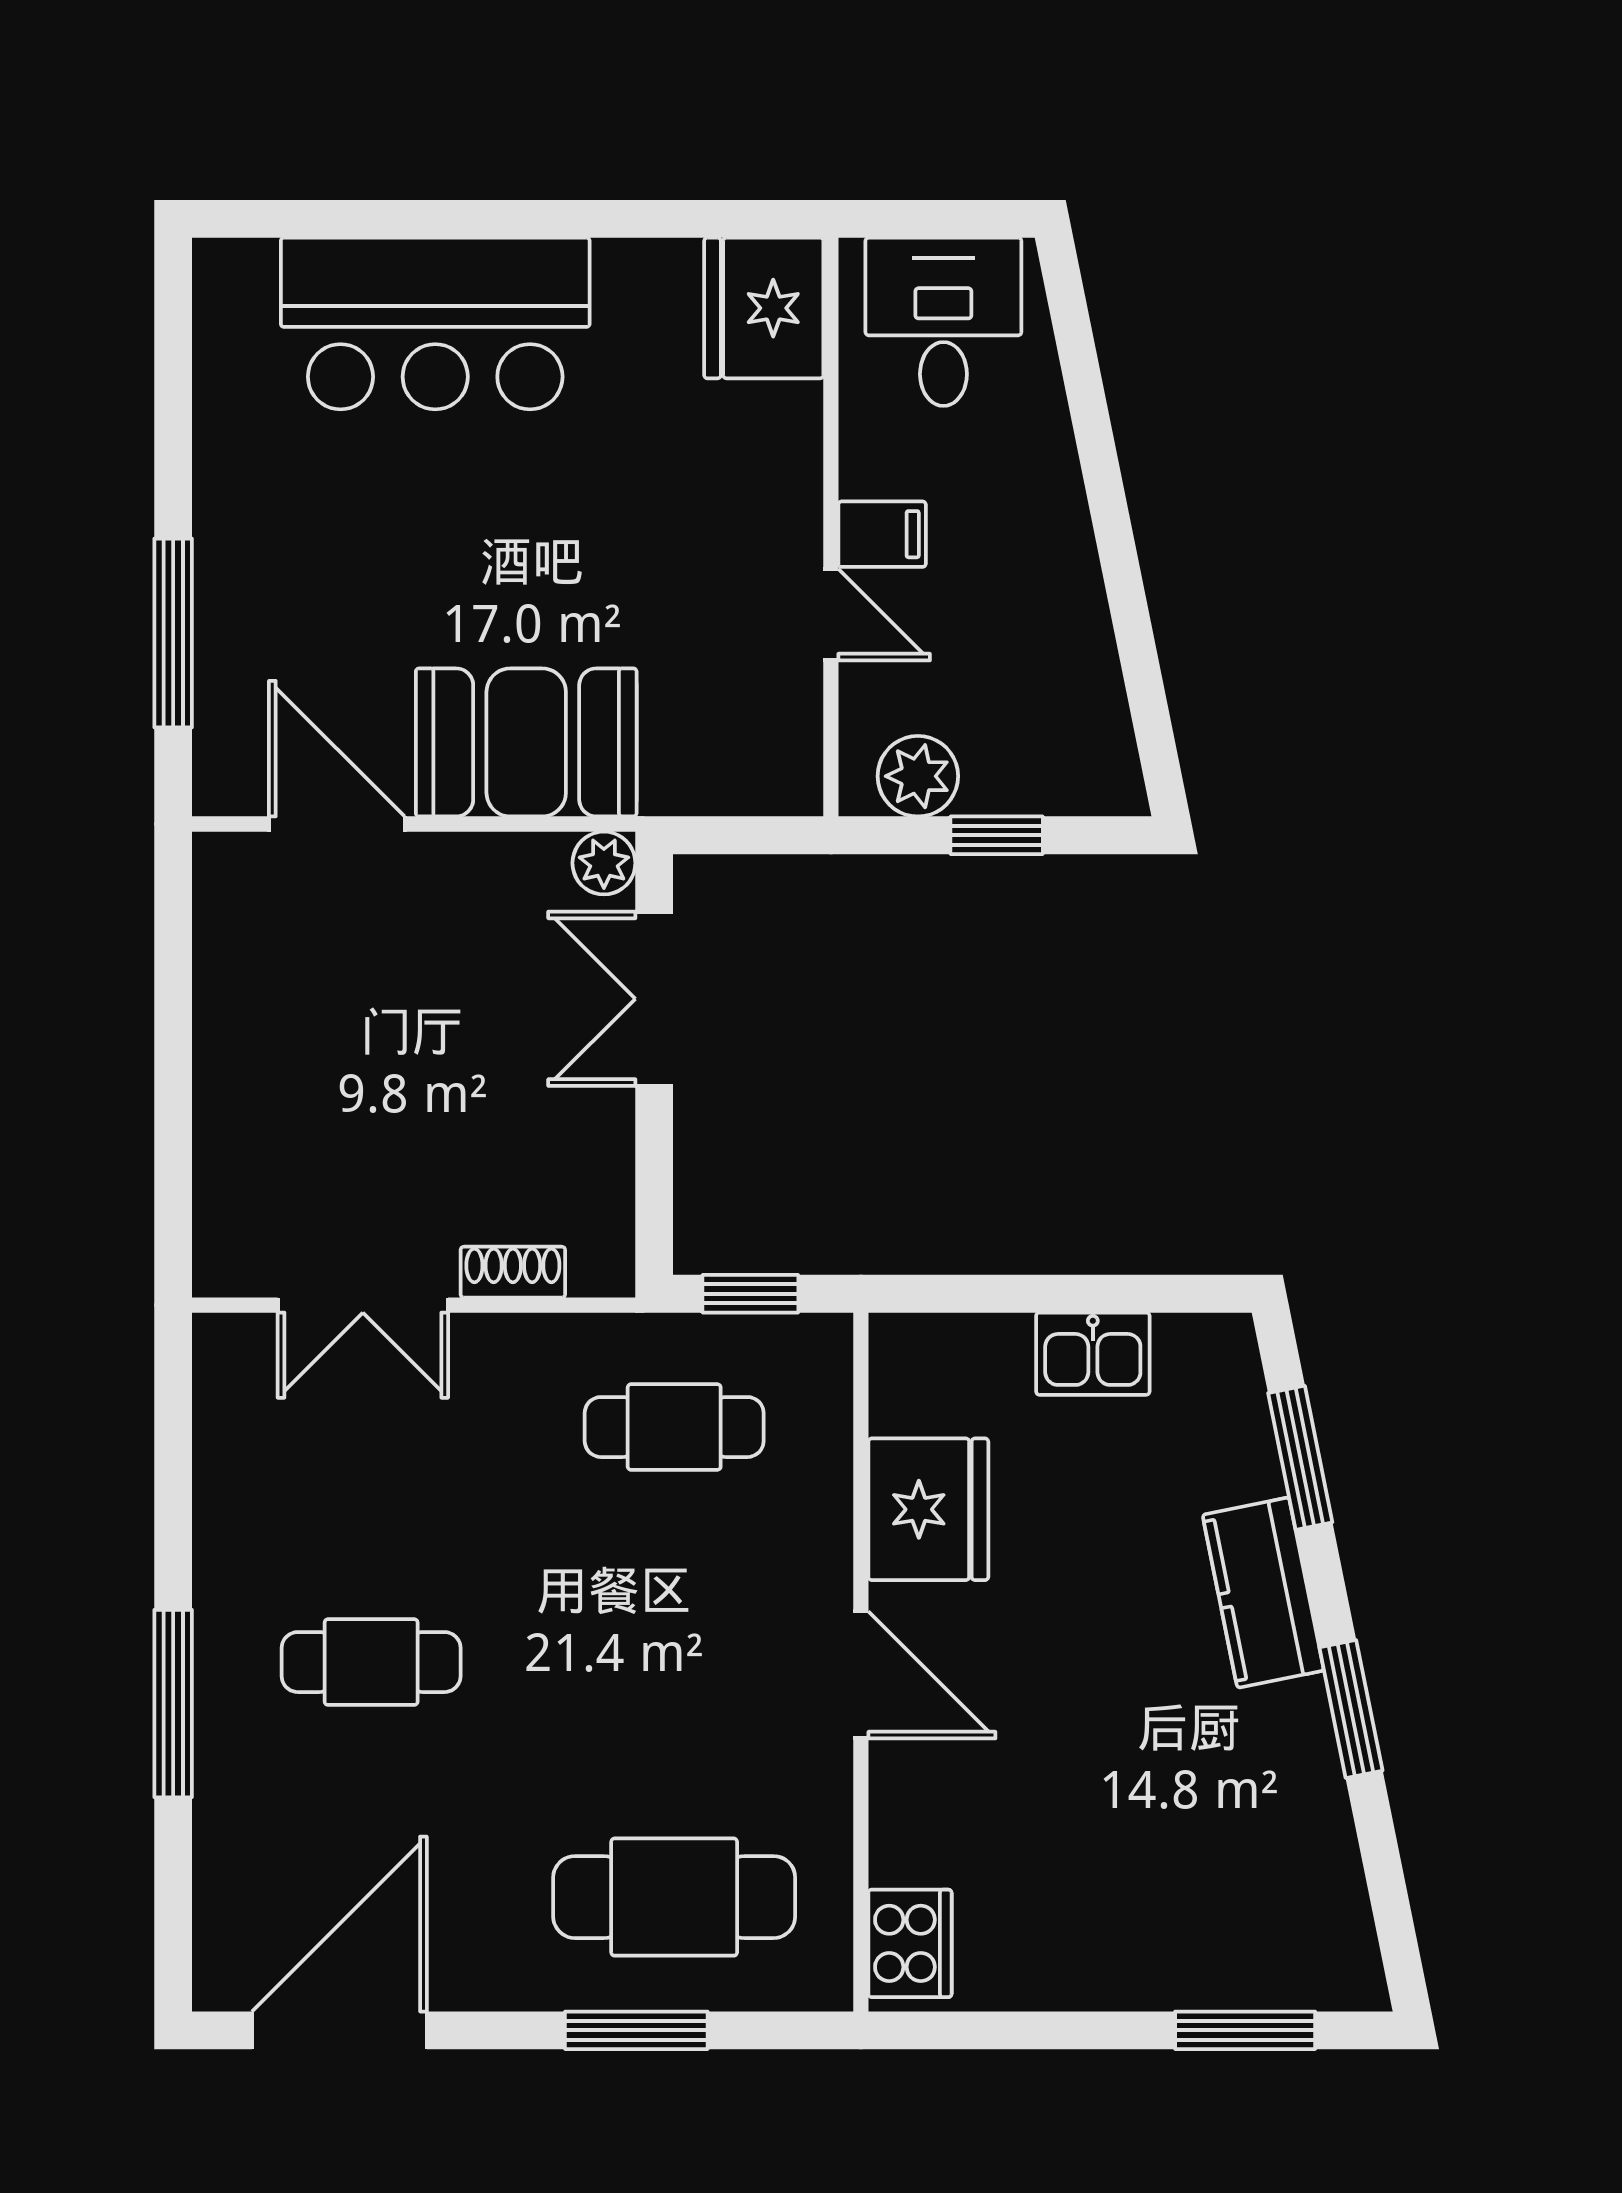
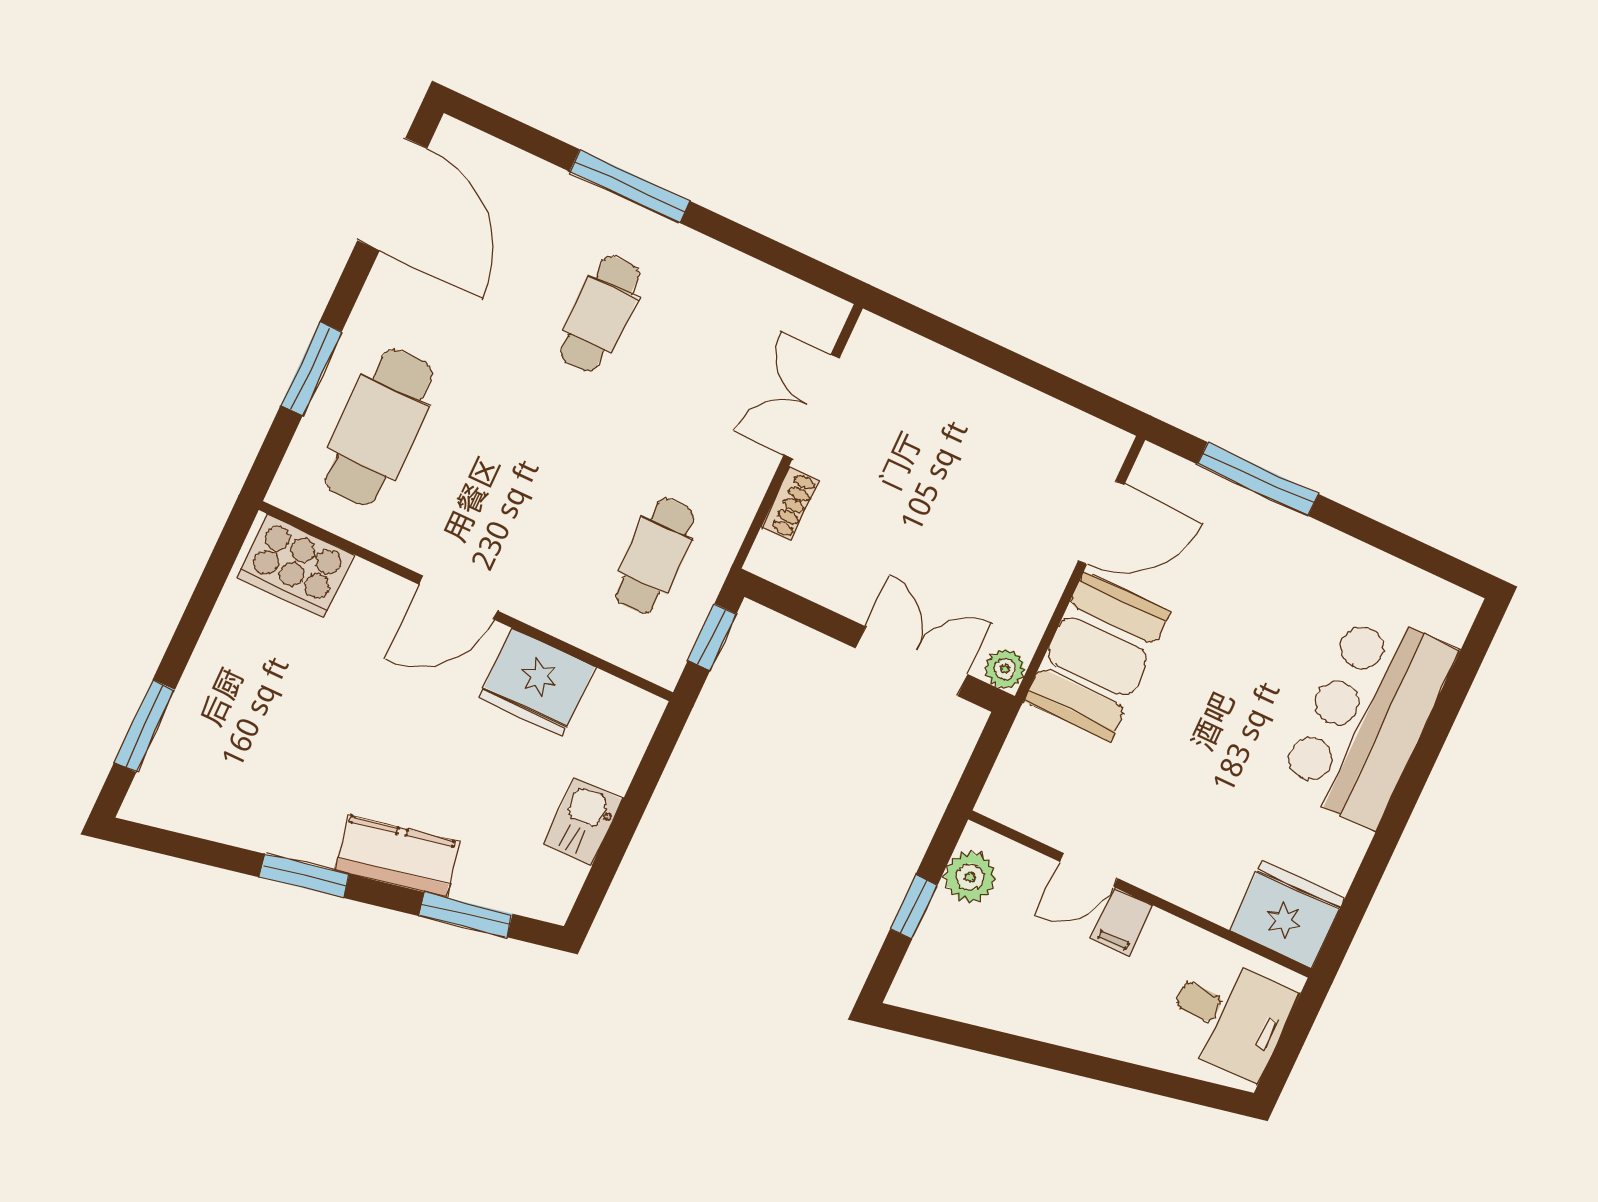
cooker: (910, 1943) -> (296, 566), width x1.37, depth x1.31

